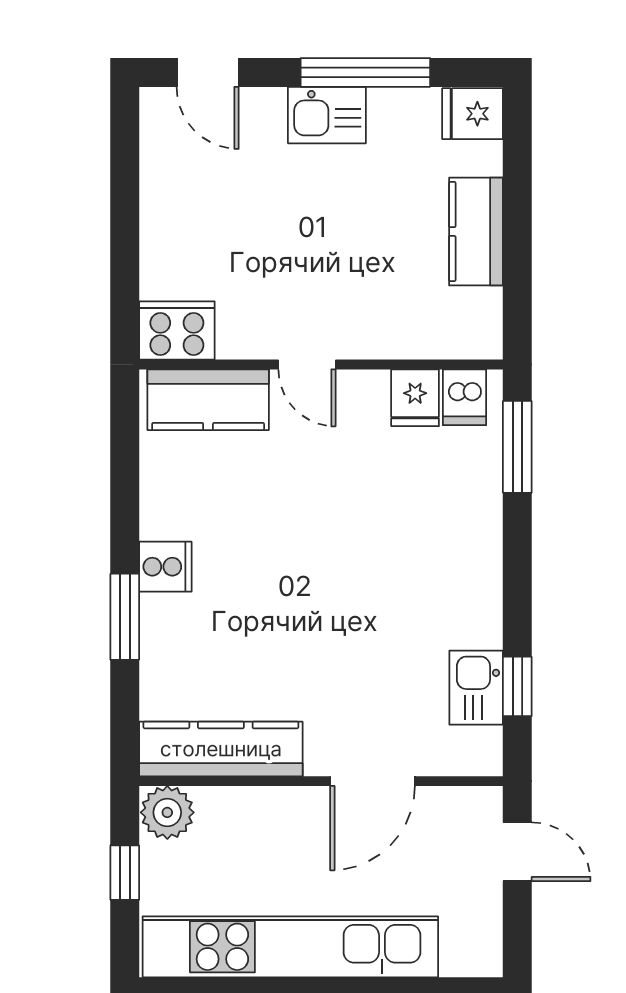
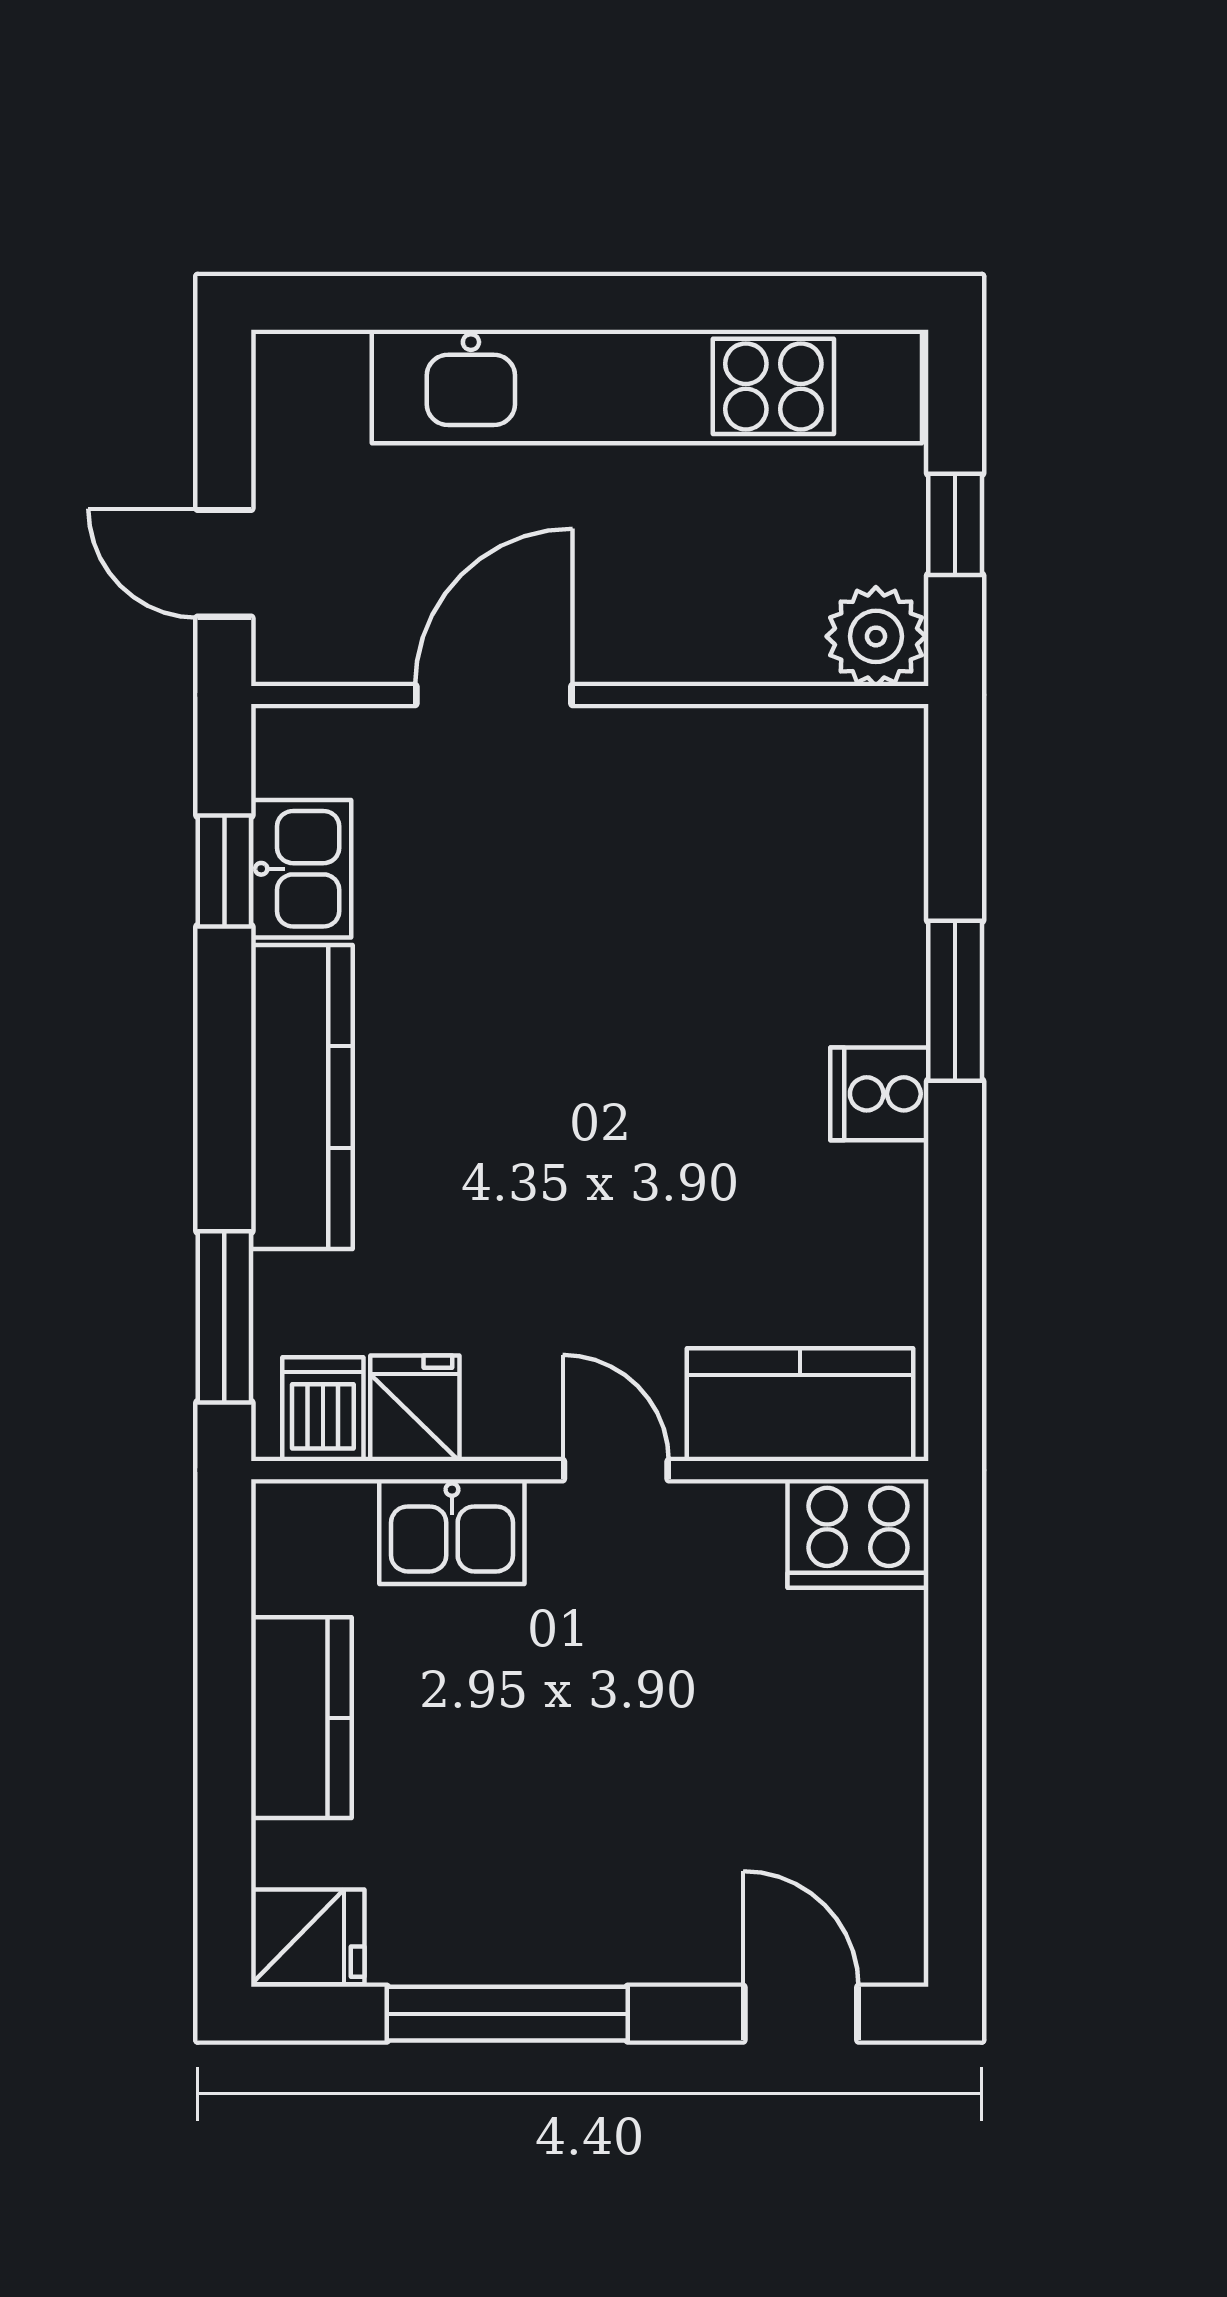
kitchen sink: (327, 115) -> (452, 1532), moved, turned 180
kitchen counter: (221, 749) -> (302, 1097), moved, turned -90

